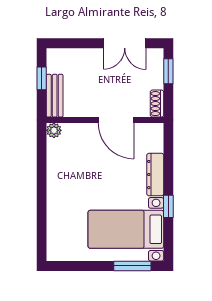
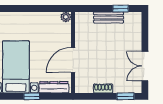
wall: (105, 120) -> (73, 52), moved
door: (116, 120) -> (73, 60), moved
plant: (54, 130) -> (66, 17), moved

